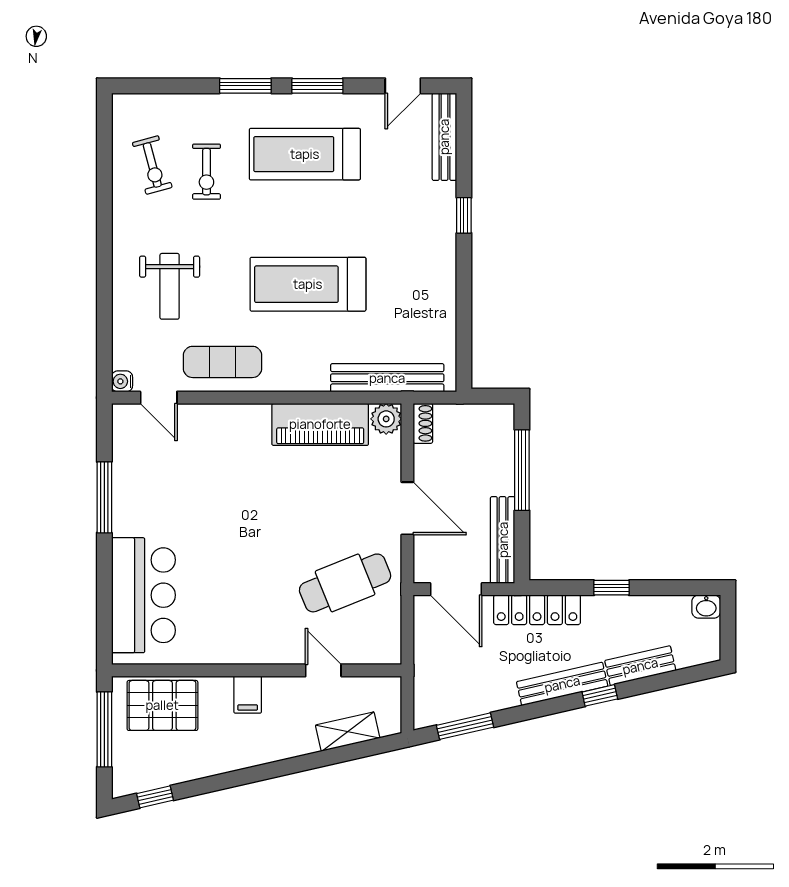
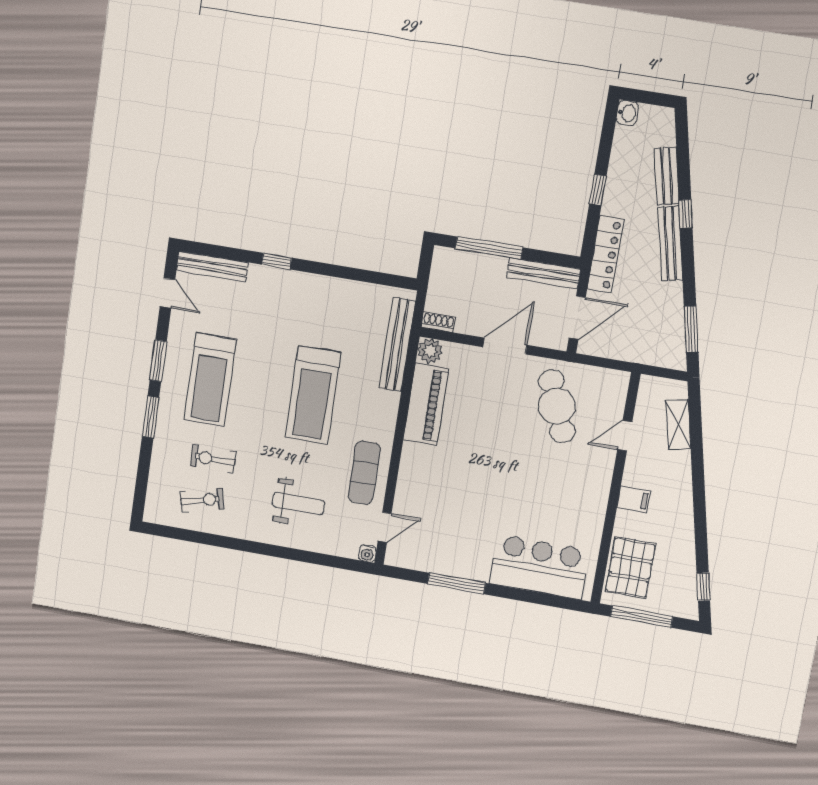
exercise bike: (206, 172) -> (213, 459), turned 180

